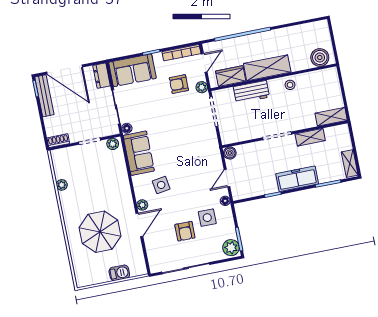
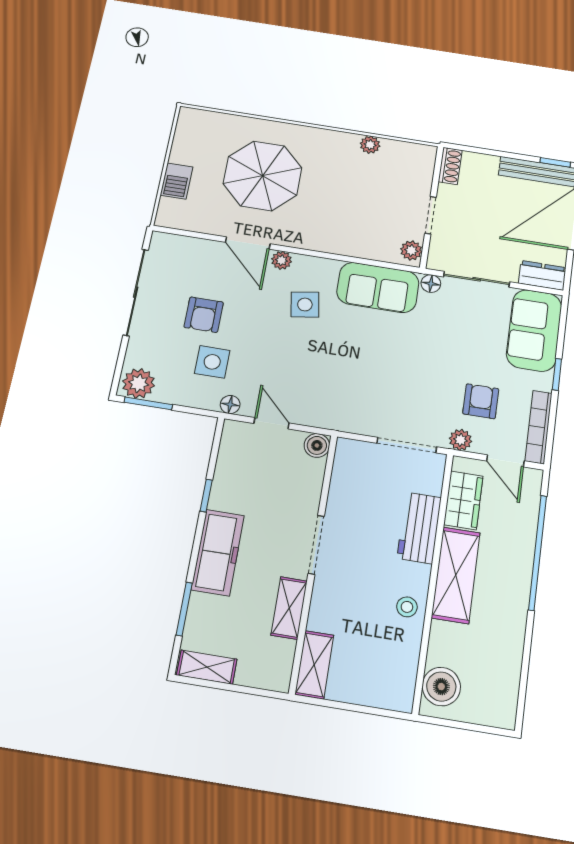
armchair: (185, 231) -> (204, 315), turned -90

